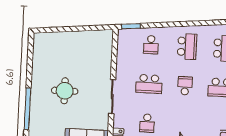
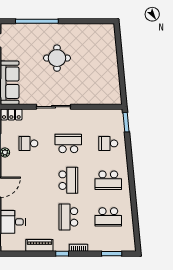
school desk: (149, 84) -> (68, 143), turned 90
school desk: (185, 86) -> (68, 180), width x1.85

